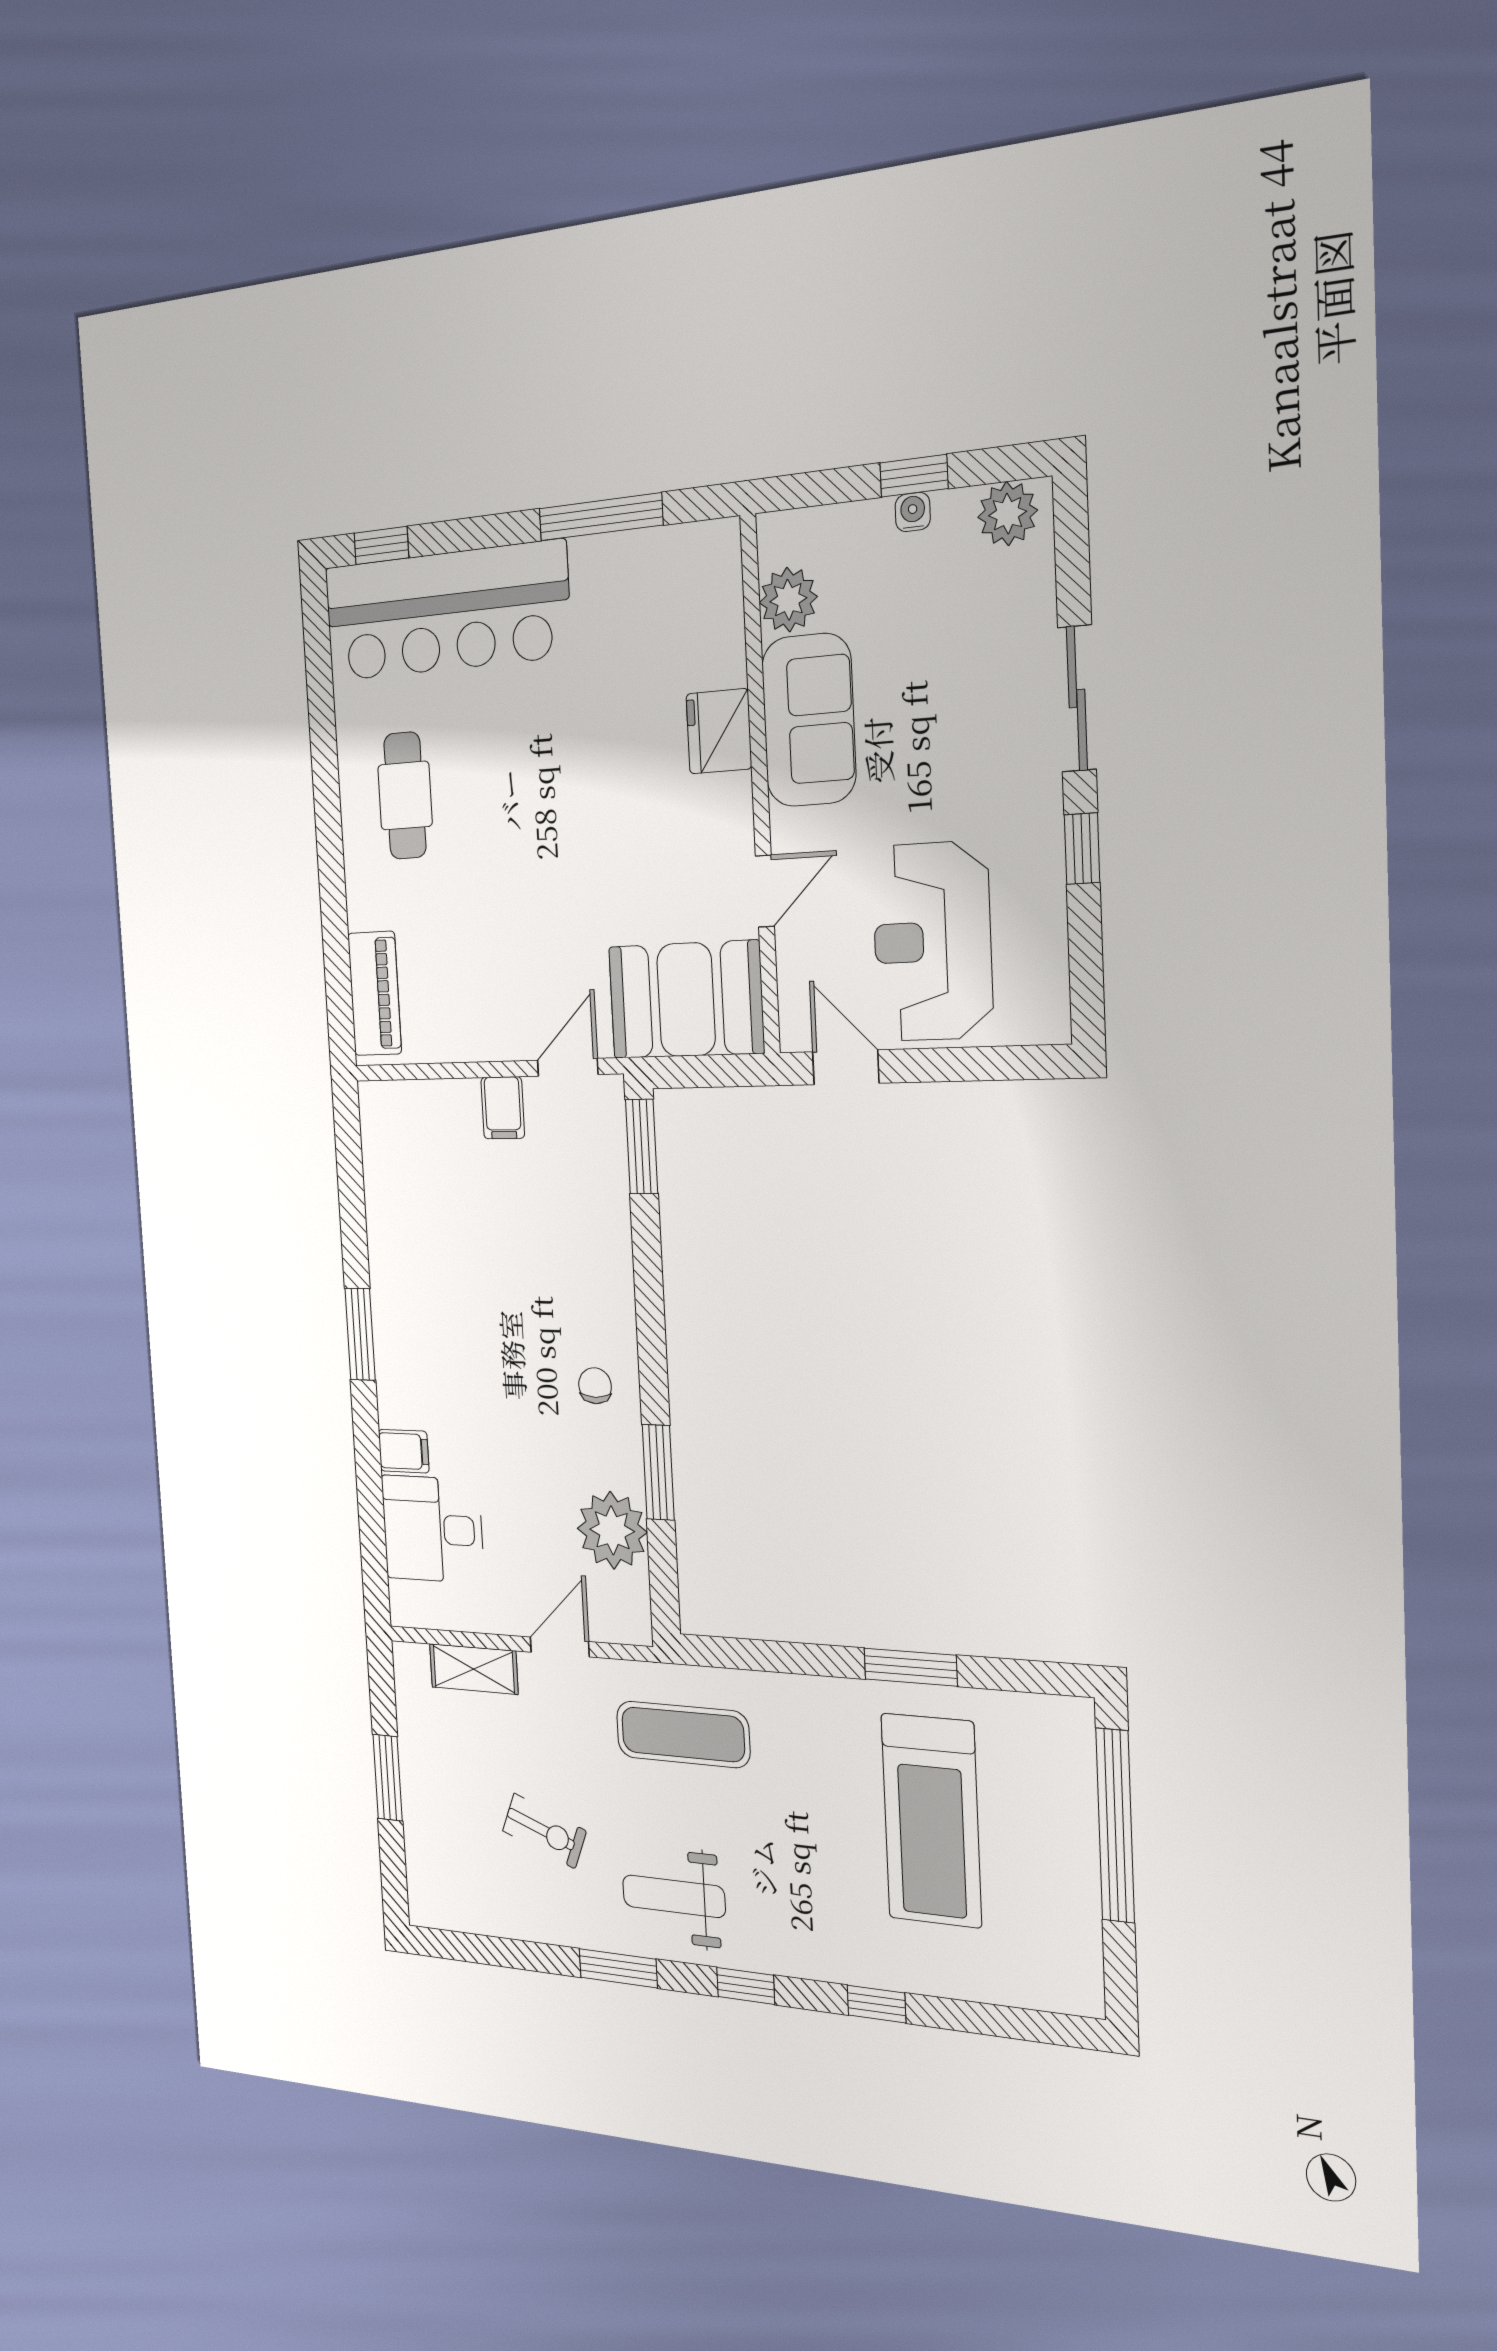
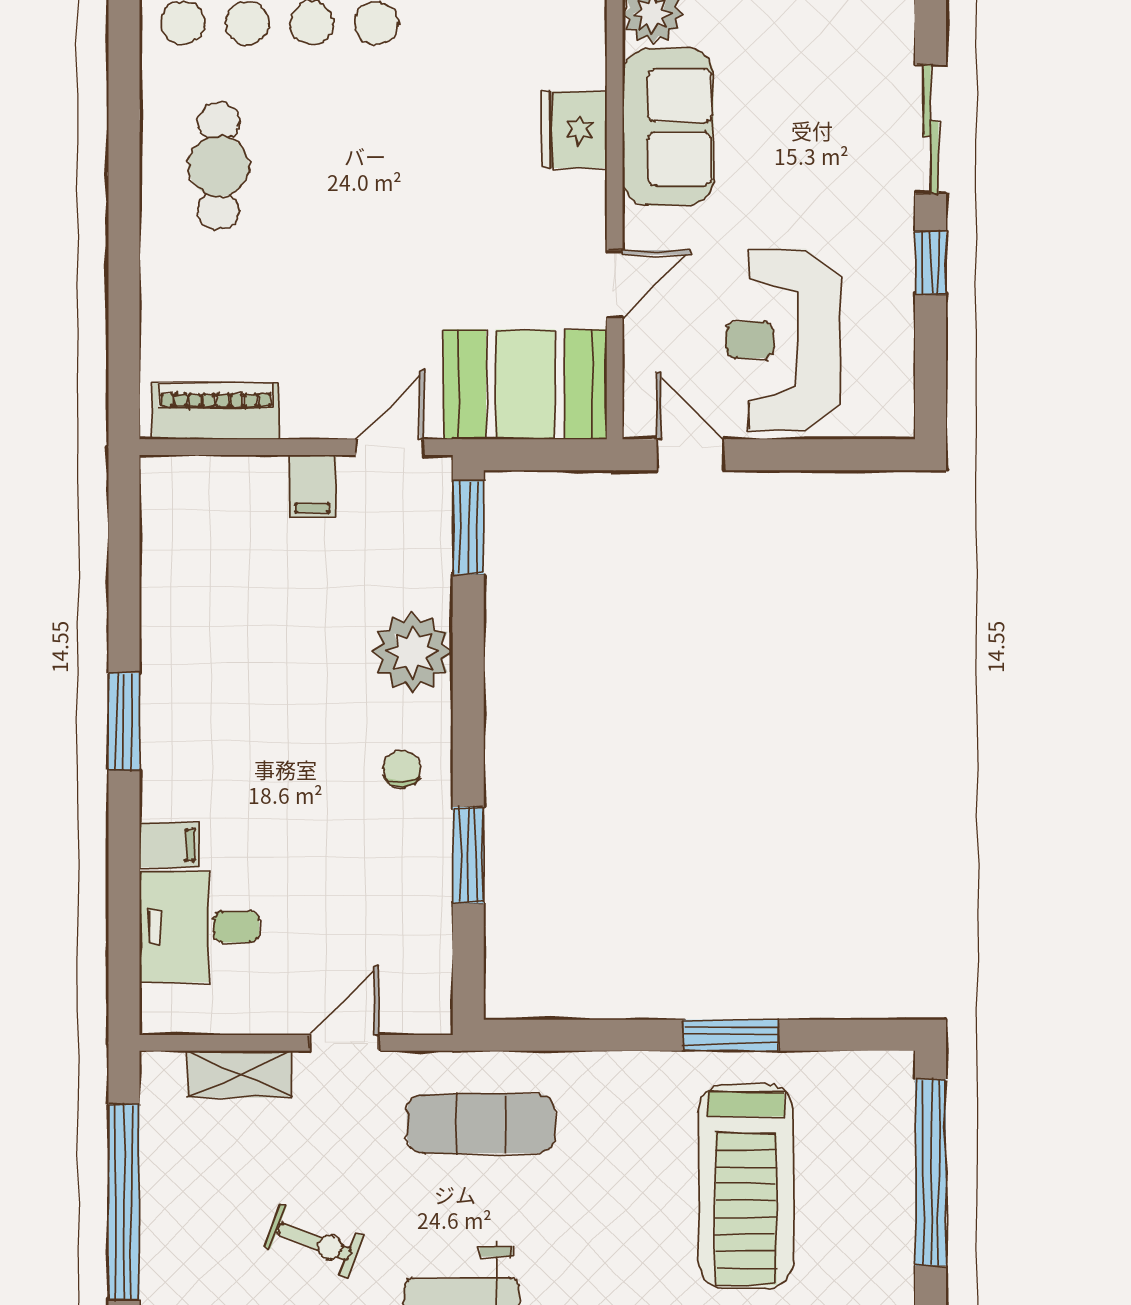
piano: (375, 994) -> (216, 411), moved, turned -90
plant: (612, 1530) -> (413, 652), moved
window: (388, 1778) -> (124, 1202), width x2.11

